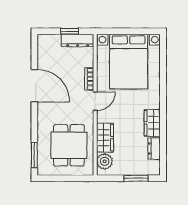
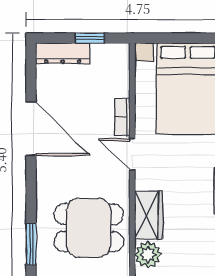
dresser: (78, 40) -> (63, 53), moved
door: (95, 101) -> (132, 154), swing flipped
dining table: (69, 145) -> (89, 228), turned 90

